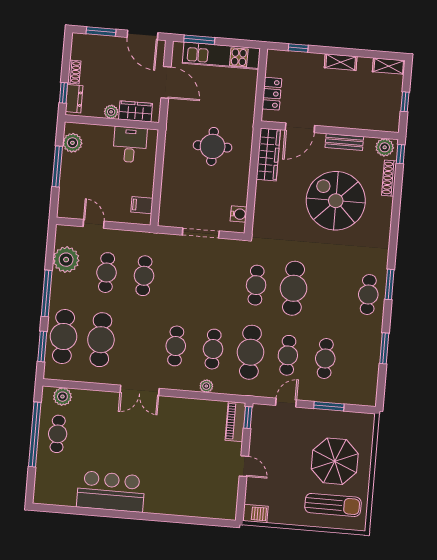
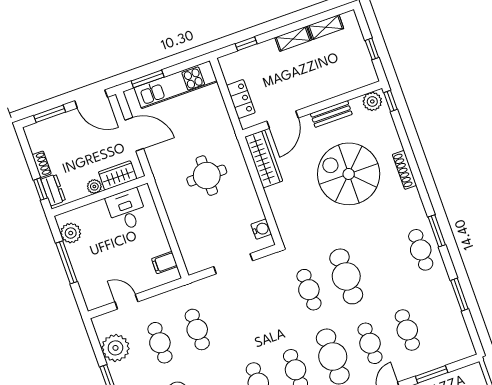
shelving: (389, 66) -> (326, 27), moved
shoe rack: (389, 178) -> (404, 170), moved

